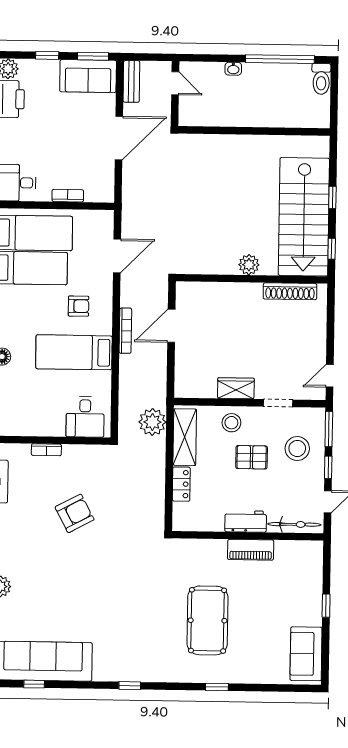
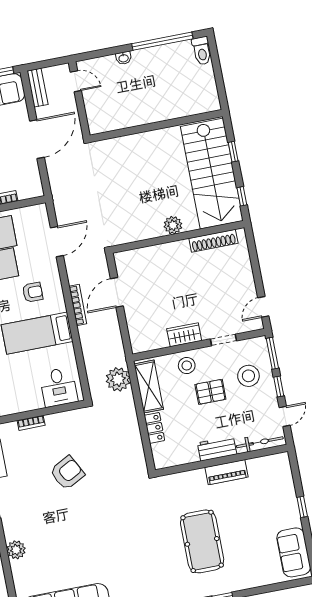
wall: (254, 131) -> (156, 126), moved

